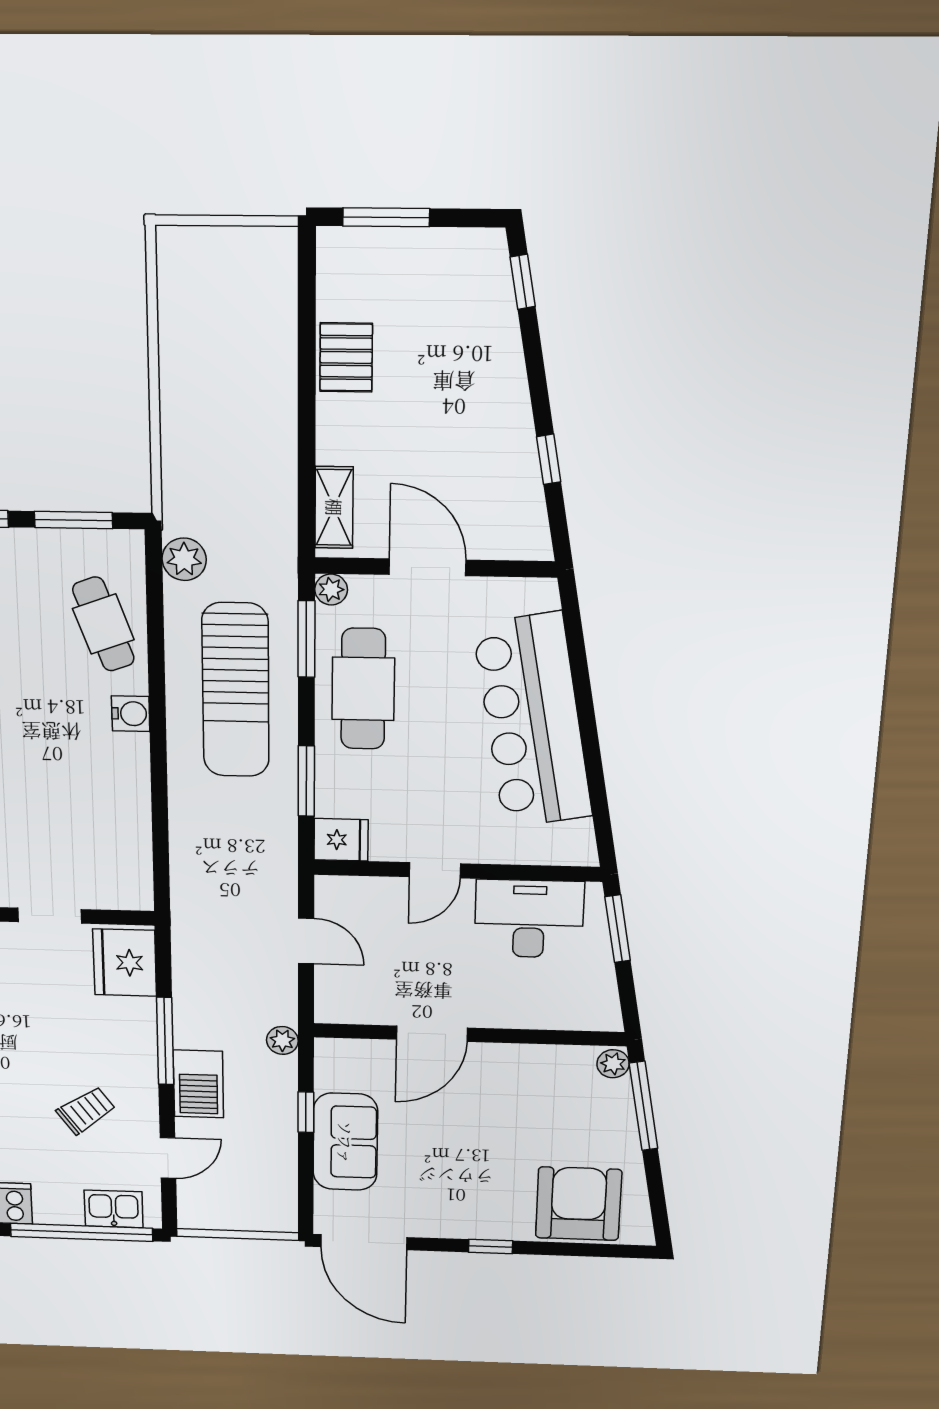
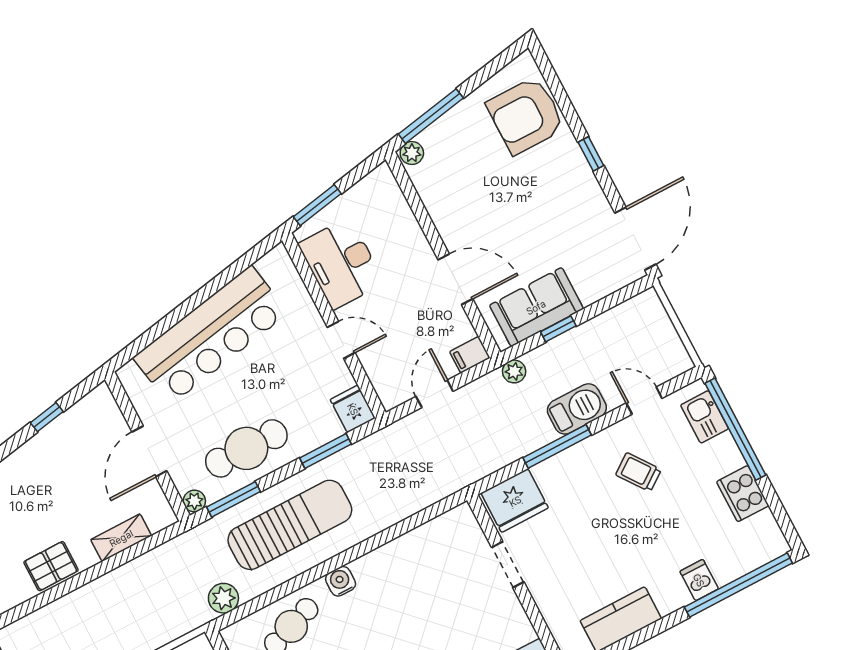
shelving: (334, 507) -> (121, 538), moved
filing cabinet: (331, 1003) -> (470, 355), added
sofa: (345, 1142) -> (536, 307), moved

